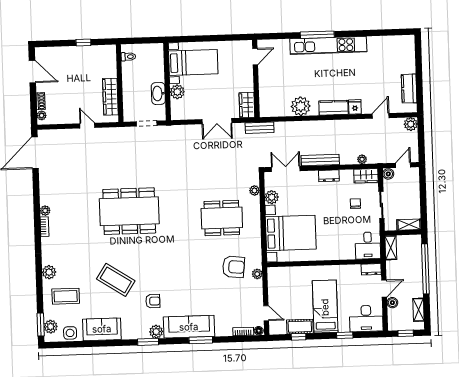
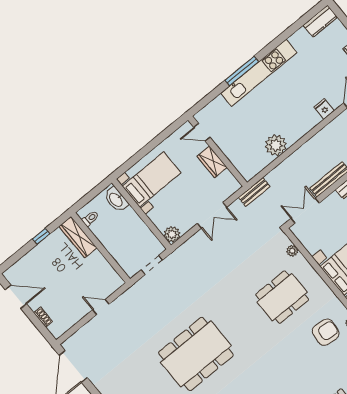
door: (255, 57) -> (202, 132), swing flipped
plant: (177, 92) -> (172, 234), moved
washbasin: (158, 93) -> (116, 200), moved
wardrobe: (110, 97) -> (78, 237), moved
wardrobe: (247, 105) -> (212, 162), moved
kitchen counter: (334, 108) -> (320, 21), moved, turned 180
plant: (42, 115) -> (54, 329), removed
plant: (272, 197) -> (312, 245), removed

